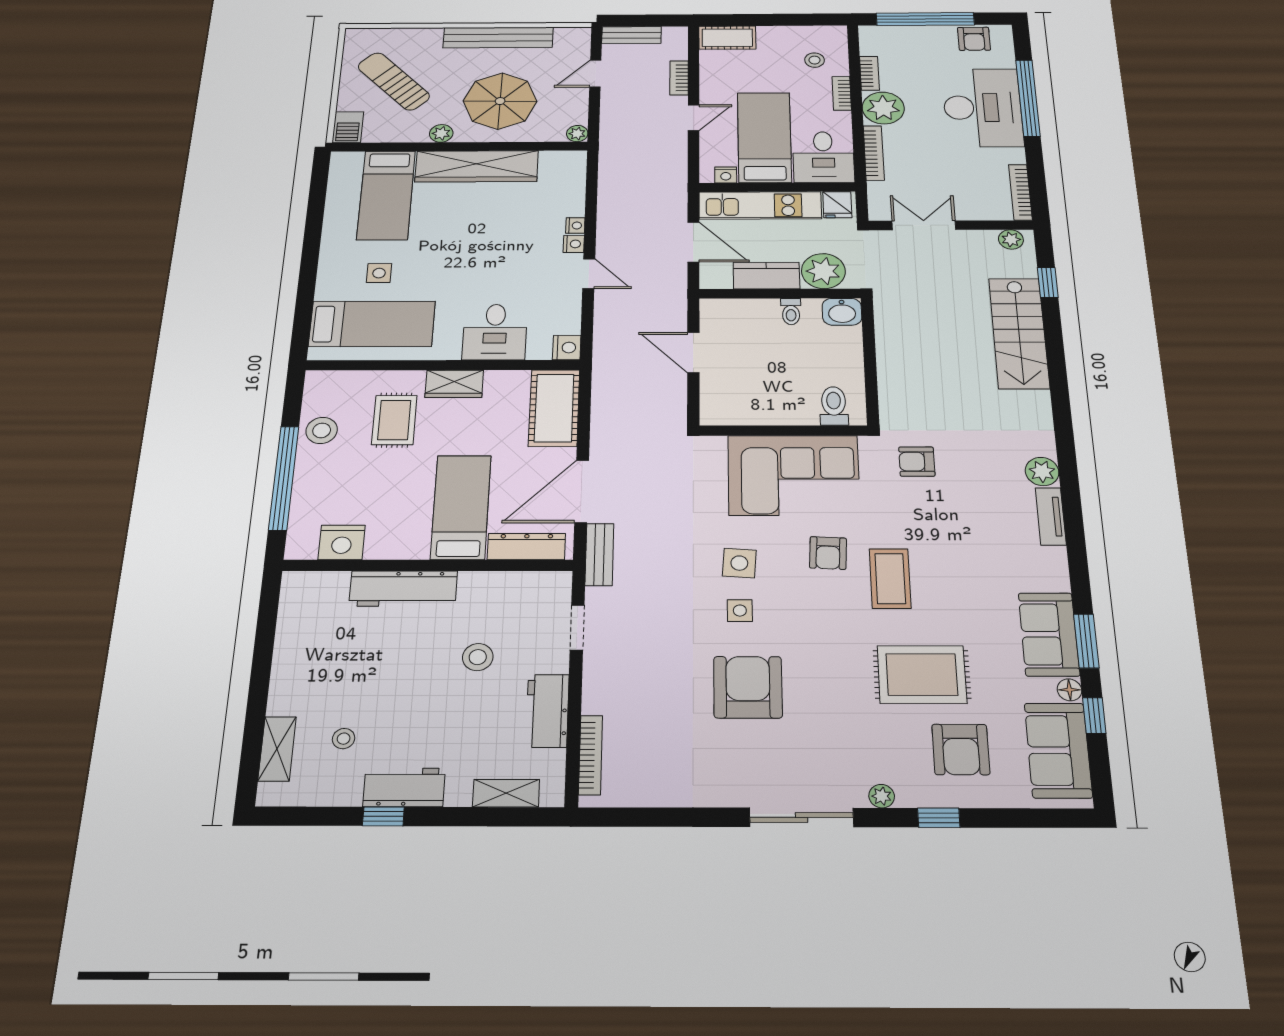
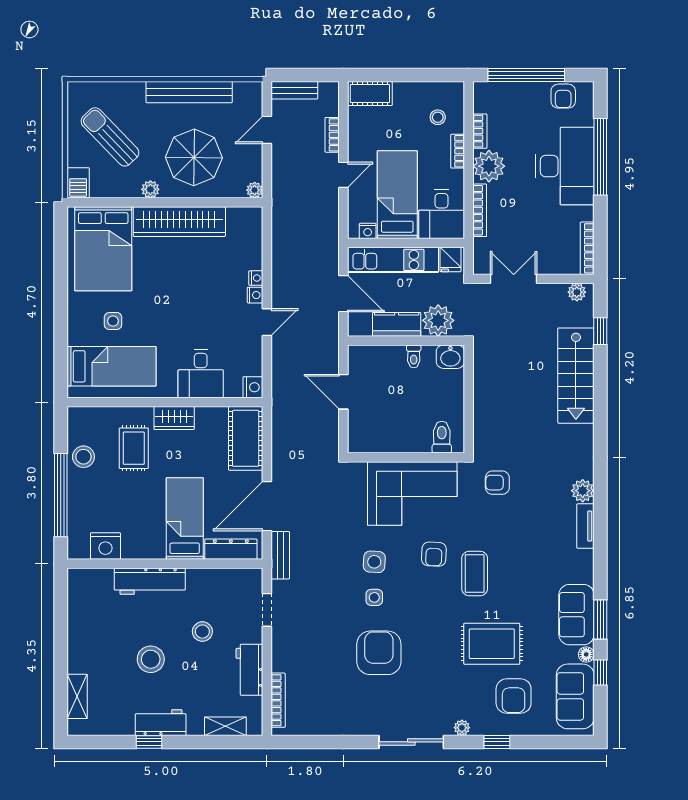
bed: (386, 195) -> (103, 249), width x1.50
door: (589, 274) -> (267, 322), hinge flipped
stool: (344, 739) -> (151, 659), moved, width x1.89, depth x1.89

